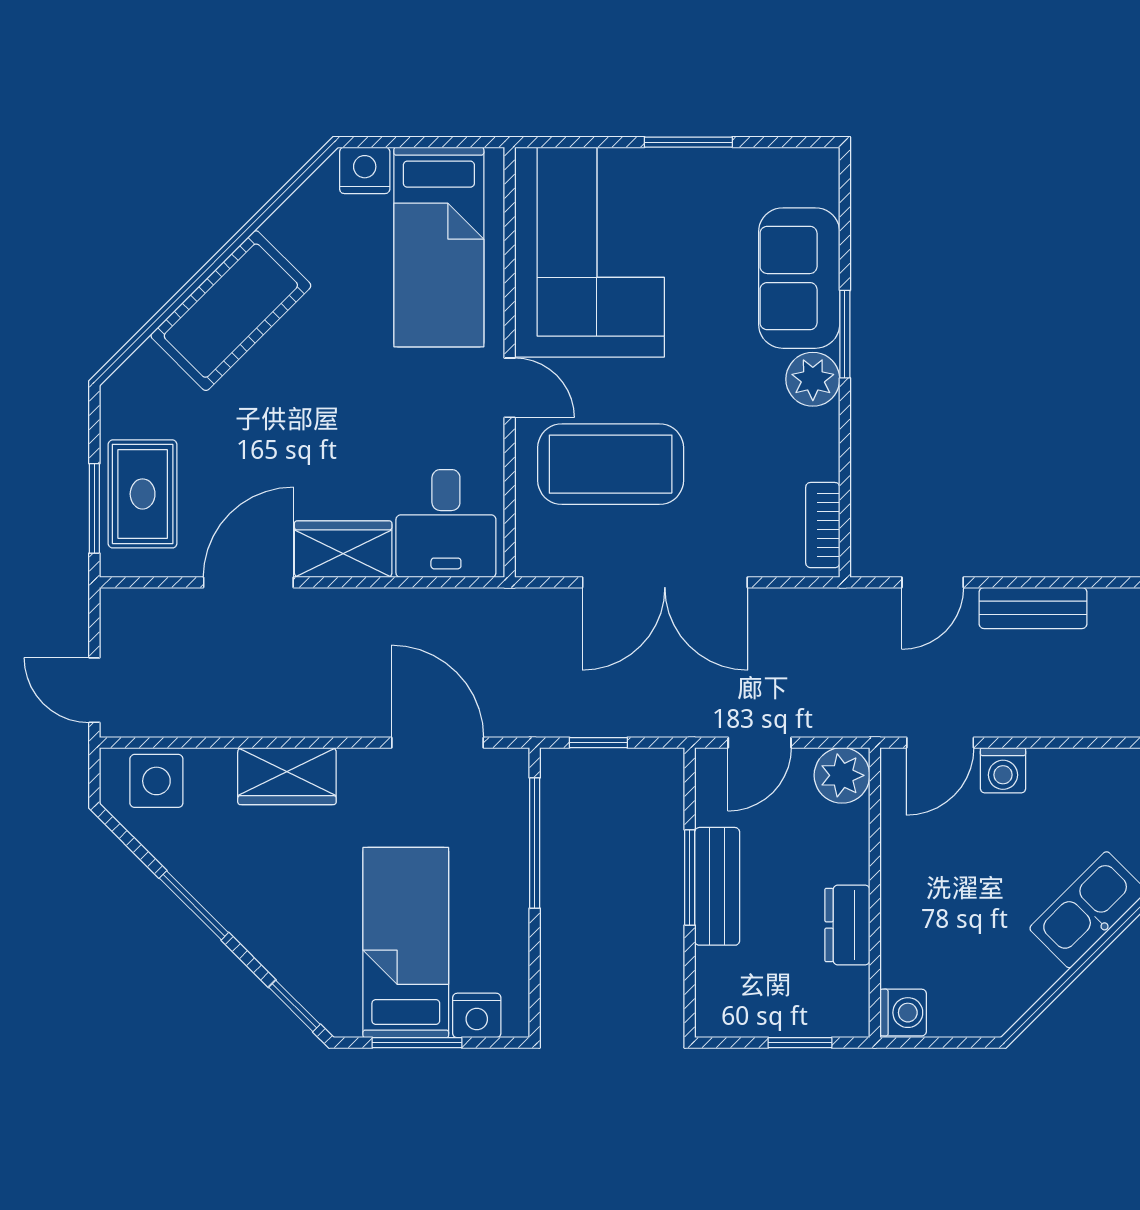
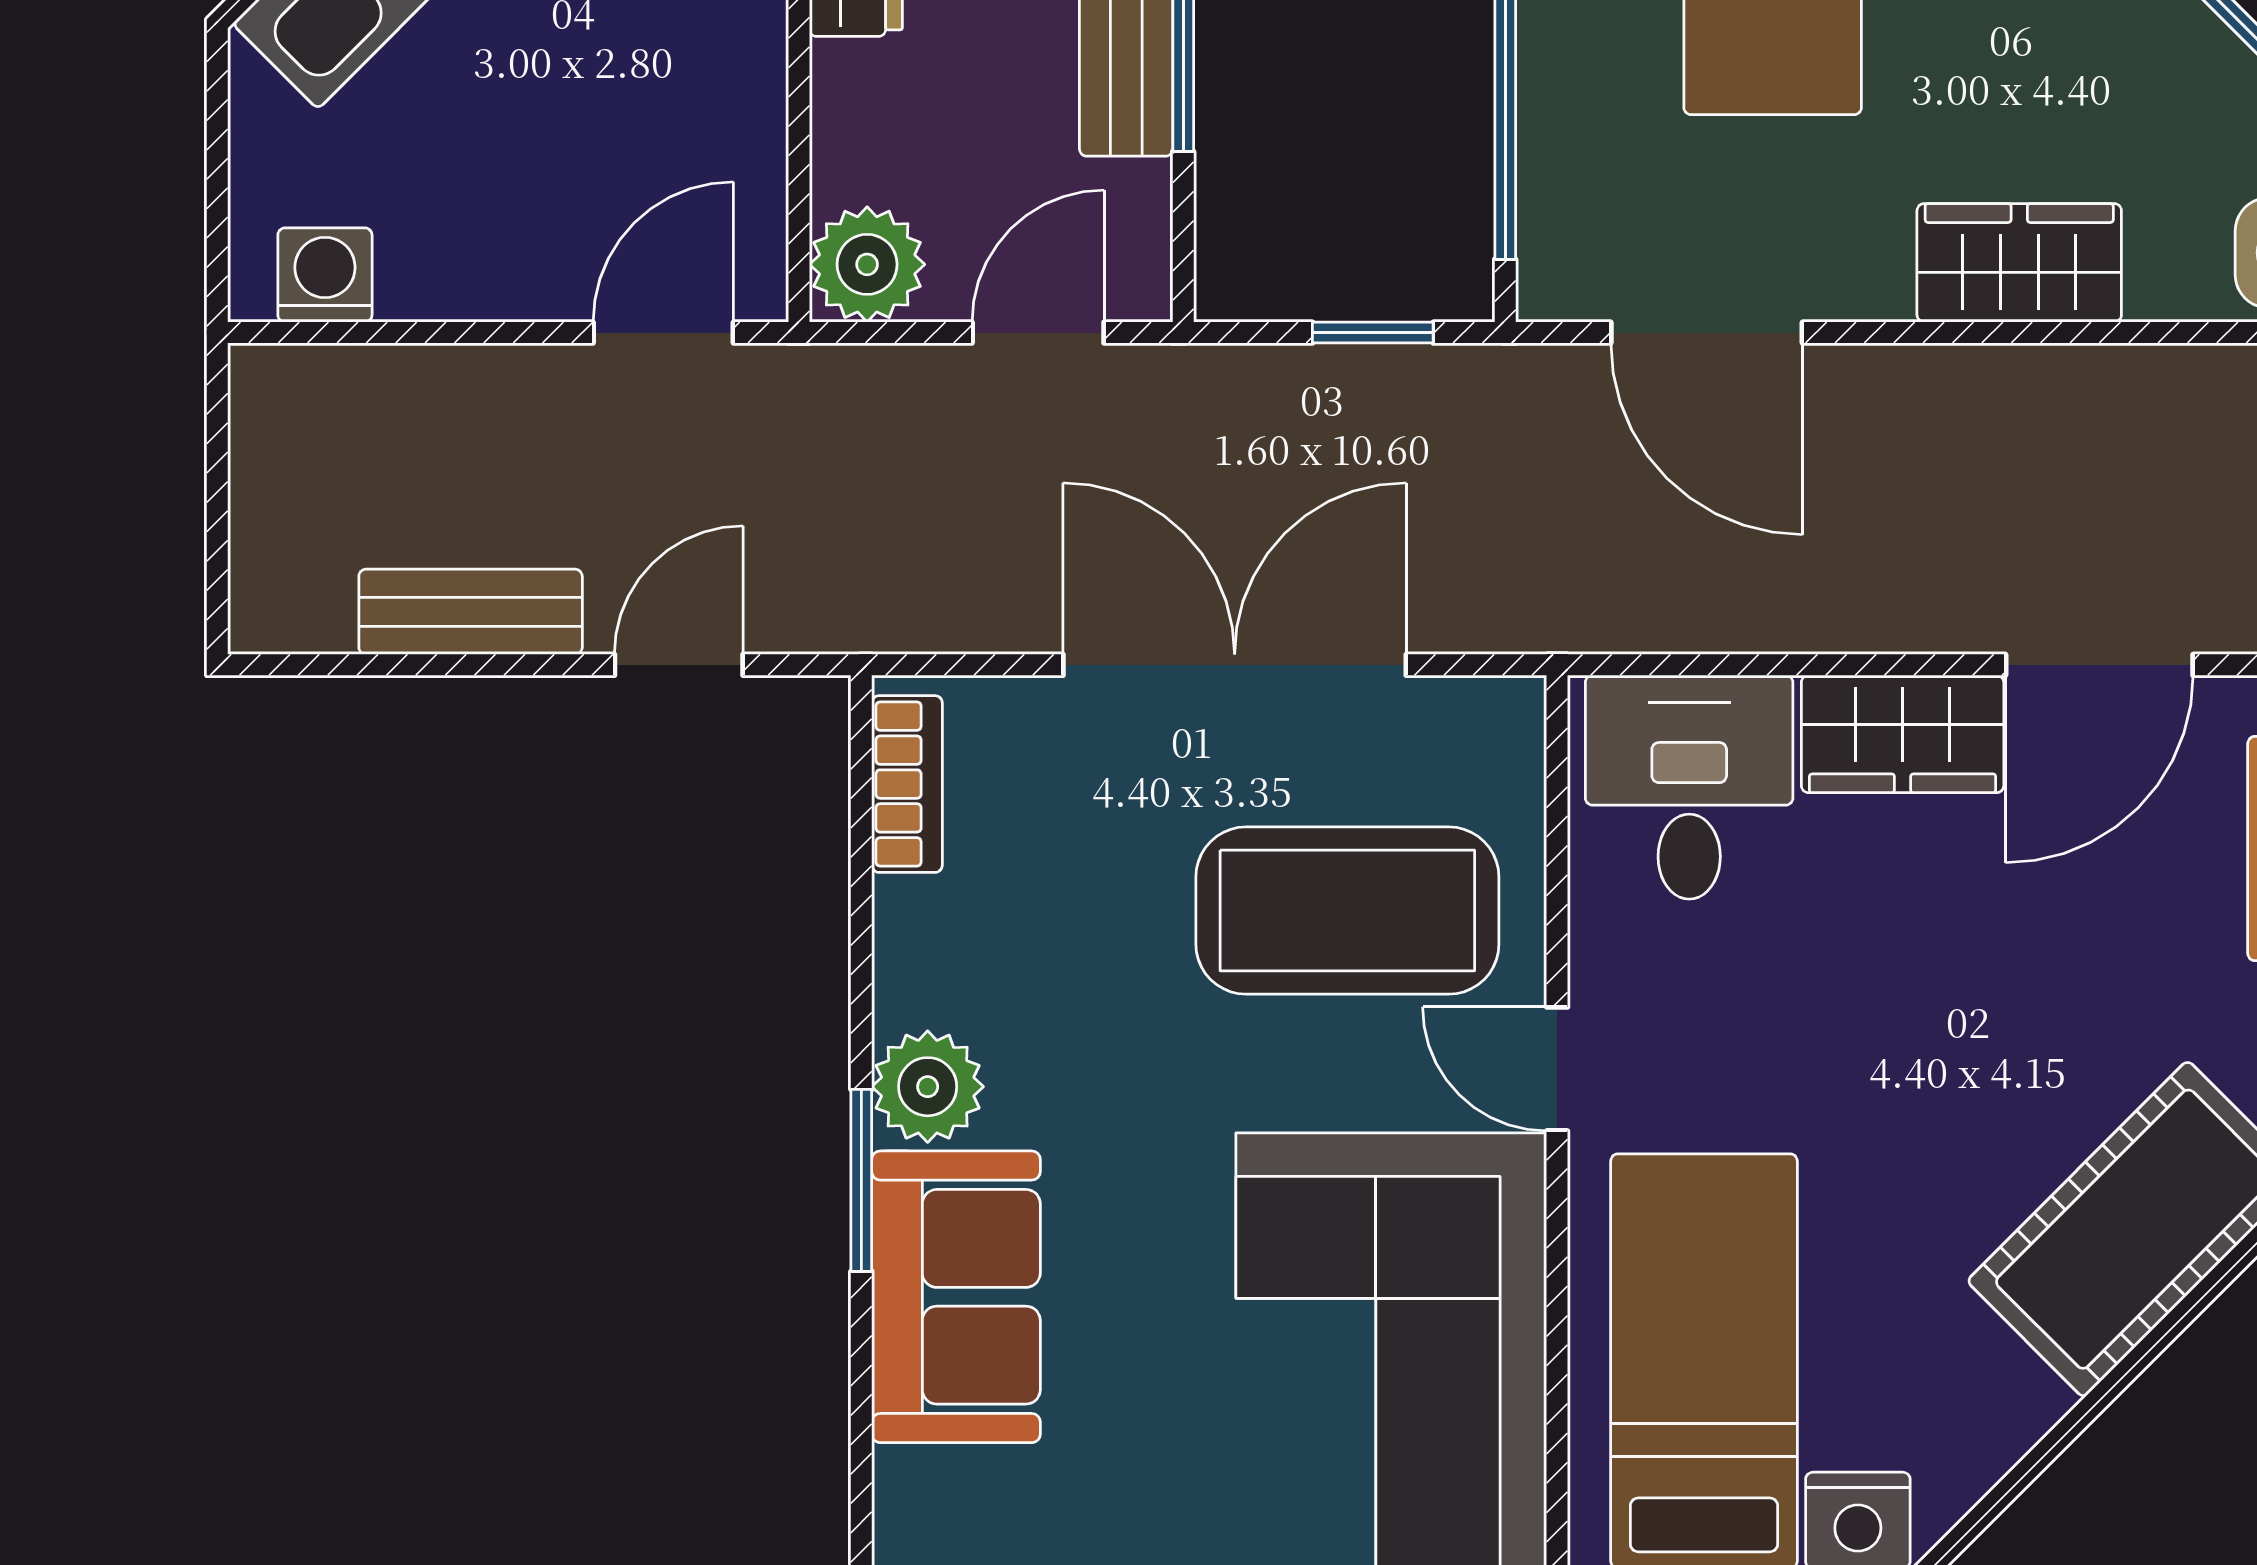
washing machine: (1003, 770) -> (325, 275), moved

